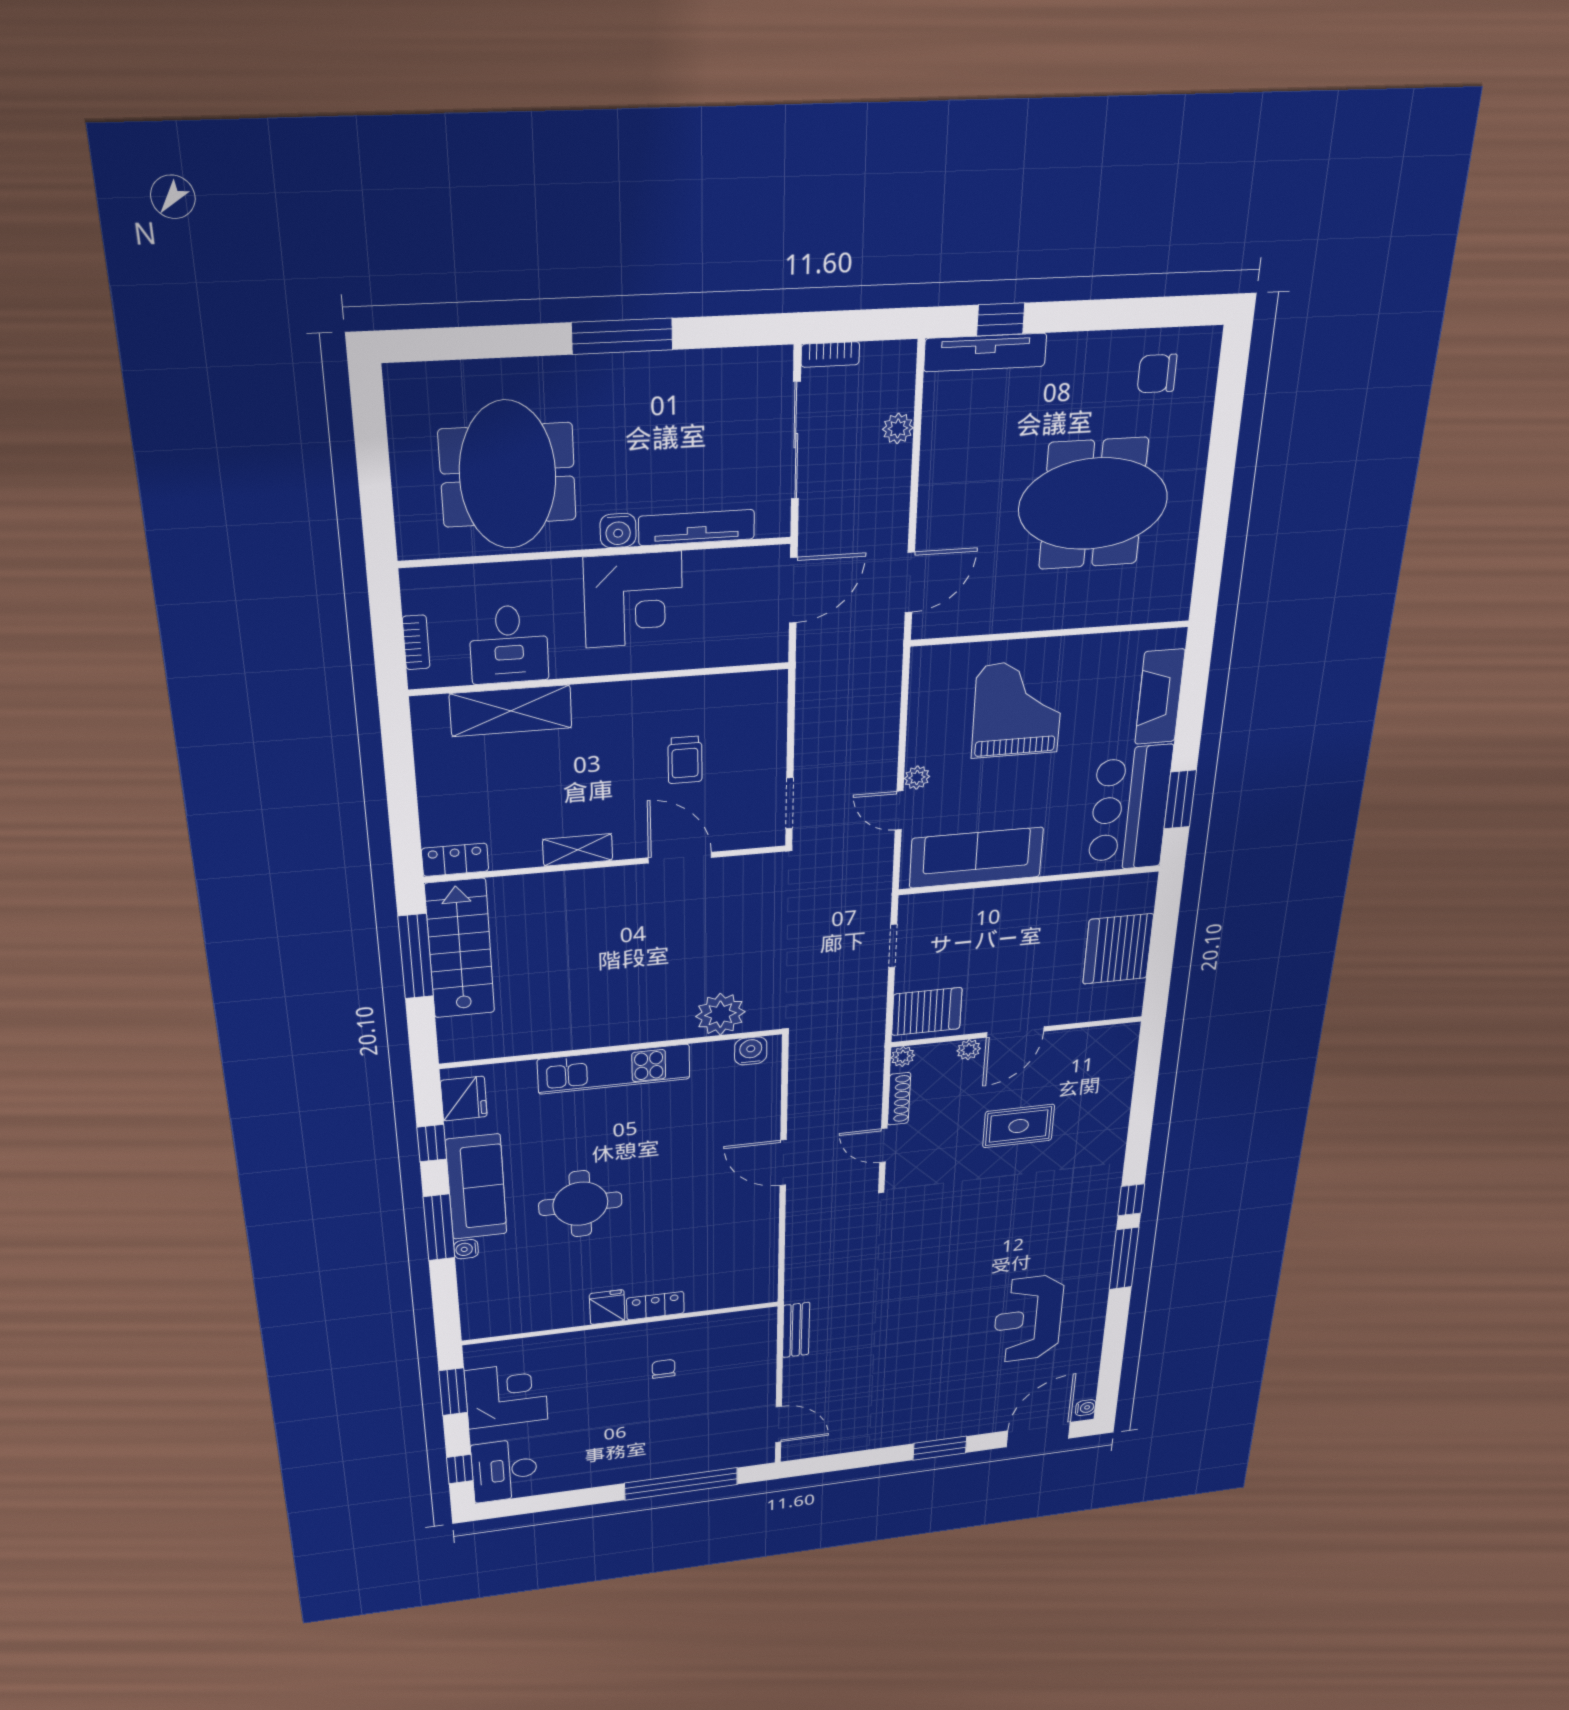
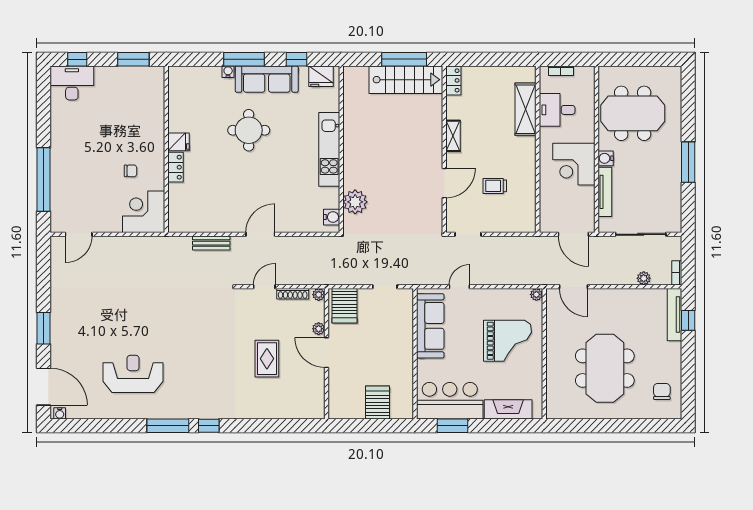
bookcase: (830, 354) -> (677, 273), moved
plant: (917, 778) -> (536, 294), moved
server rack: (1118, 949) -> (378, 403), width x0.62
bench: (796, 1330) -> (211, 243), moved
corner desk: (506, 1395) -> (144, 212), moved, turned 180

